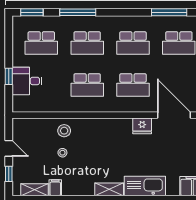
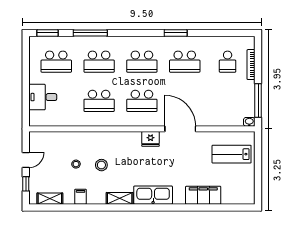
window: (169, 12) -> (176, 33), width x0.69
window: (9, 76) -> (26, 93), removed
stool: (64, 131) -> (101, 165), moved
door: (9, 148) -> (26, 160), hinge flipped
filing cabinet: (55, 188) -> (81, 197), moved

